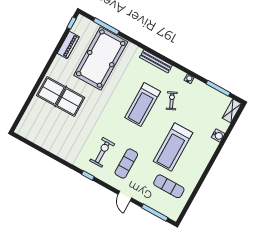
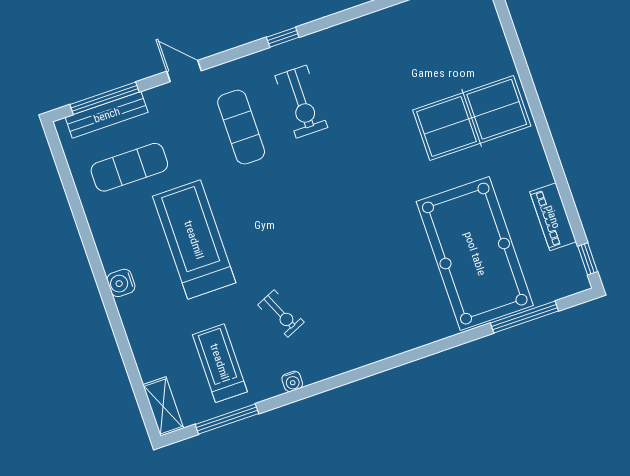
bench: (156, 61) -> (107, 115), moved
treadmill: (143, 105) -> (220, 363), moved, width x0.73, depth x0.73
water cooler: (218, 135) -> (121, 283), moved

